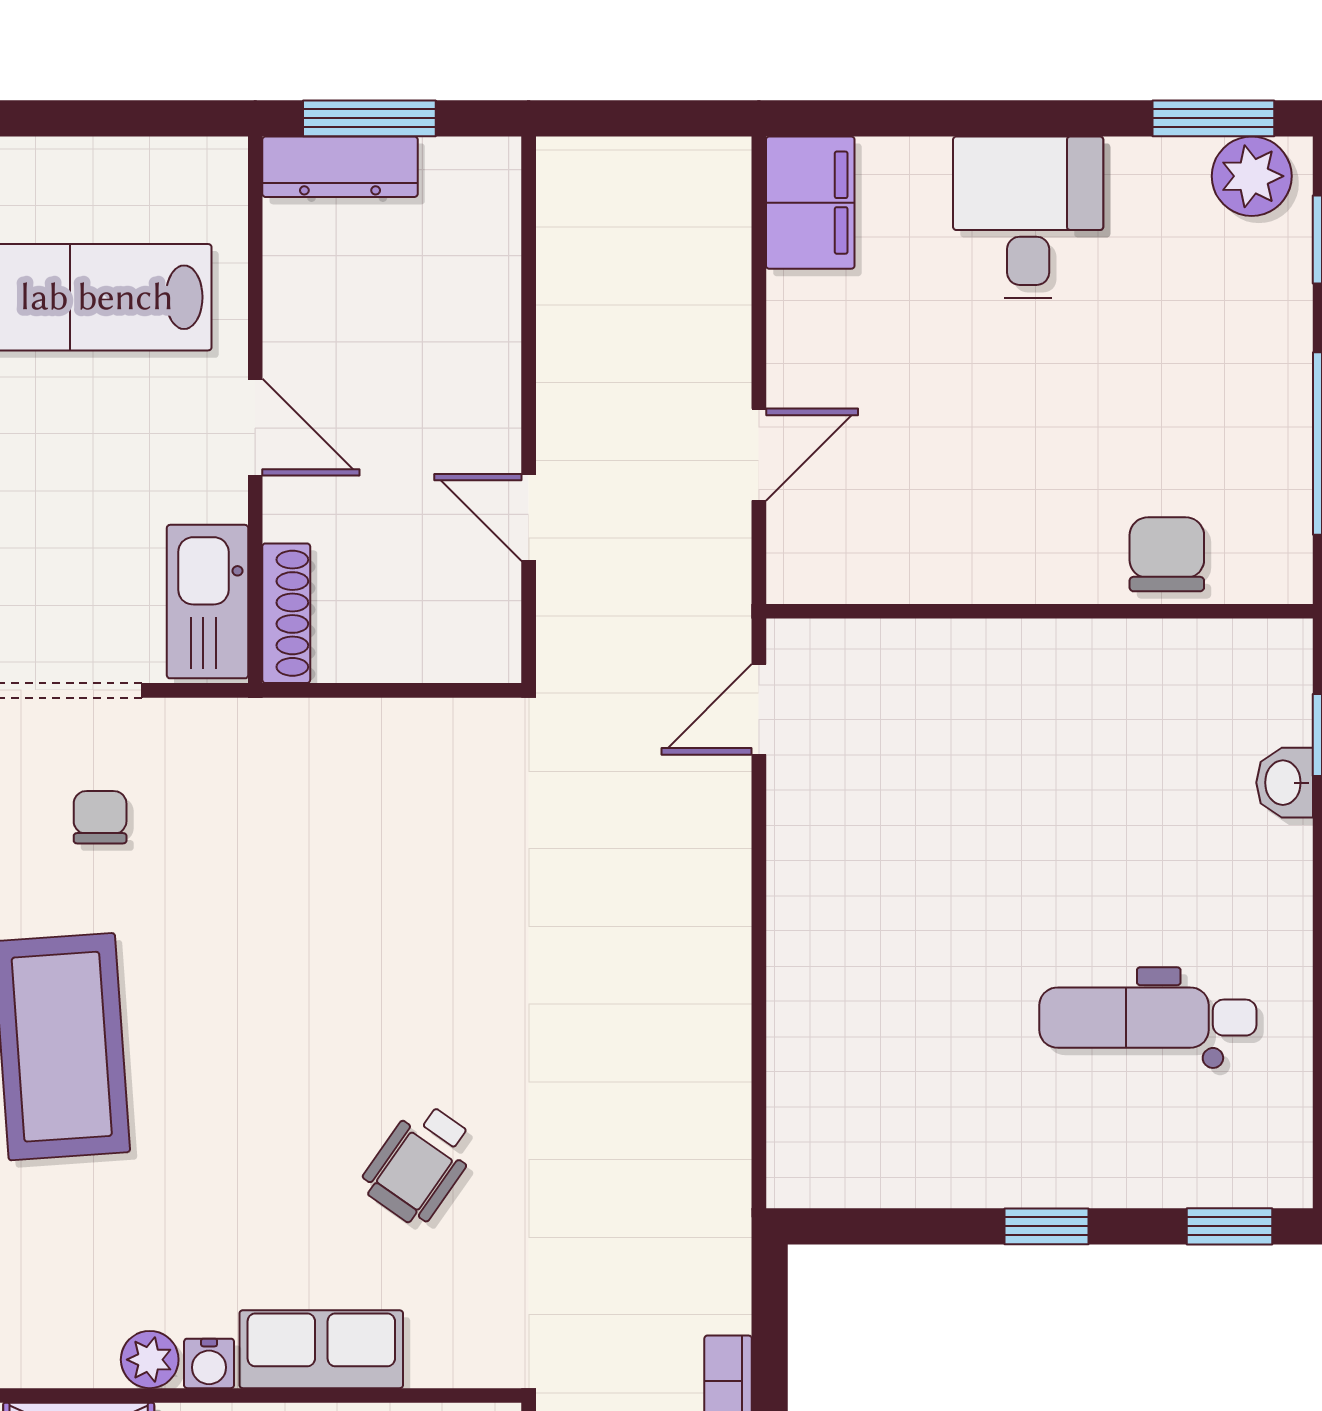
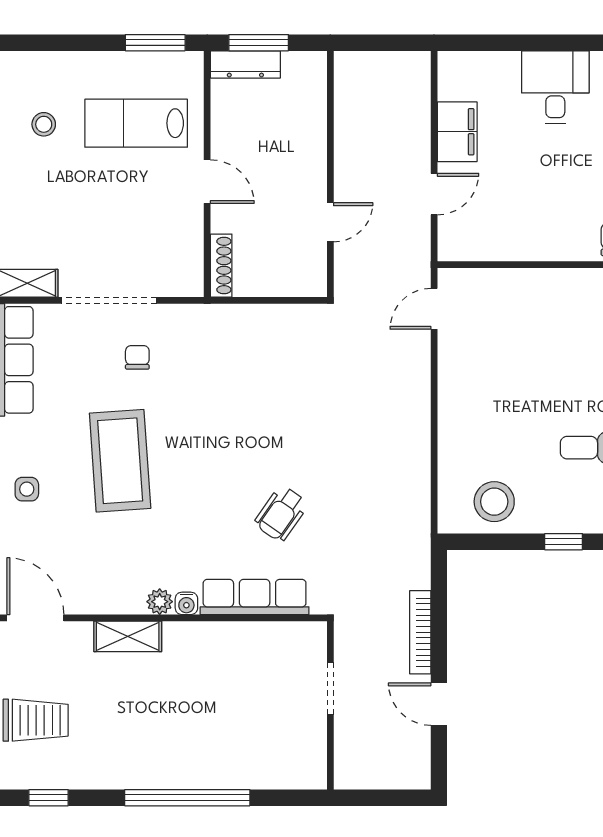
window: (140, 118) -> (155, 43), added
filing cabinet: (810, 203) -> (457, 132), moved
door: (529, 517) -> (330, 222), swing flipped
kitchen sink: (208, 602) -> (186, 260), removed
stool: (893, 1137) -> (494, 502), added
row of seats: (321, 1349) -> (255, 597), width x1.48

